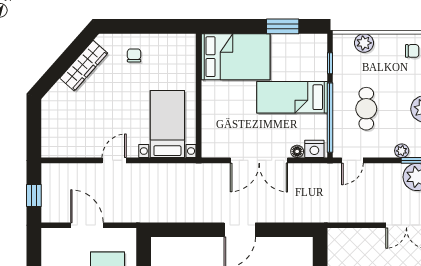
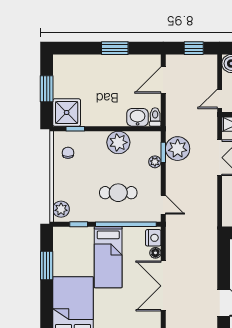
plant: (364, 43) -> (61, 209), moved
double door: (259, 160) -> (163, 286), swing flipped

